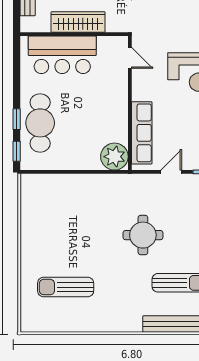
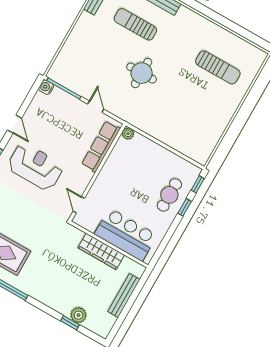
cafe table: (40, 123) -> (169, 195), width x0.73, depth x0.74
plant: (114, 157) -> (128, 134), width x0.53, depth x0.53
door: (171, 172) -> (96, 107), swing flipped

